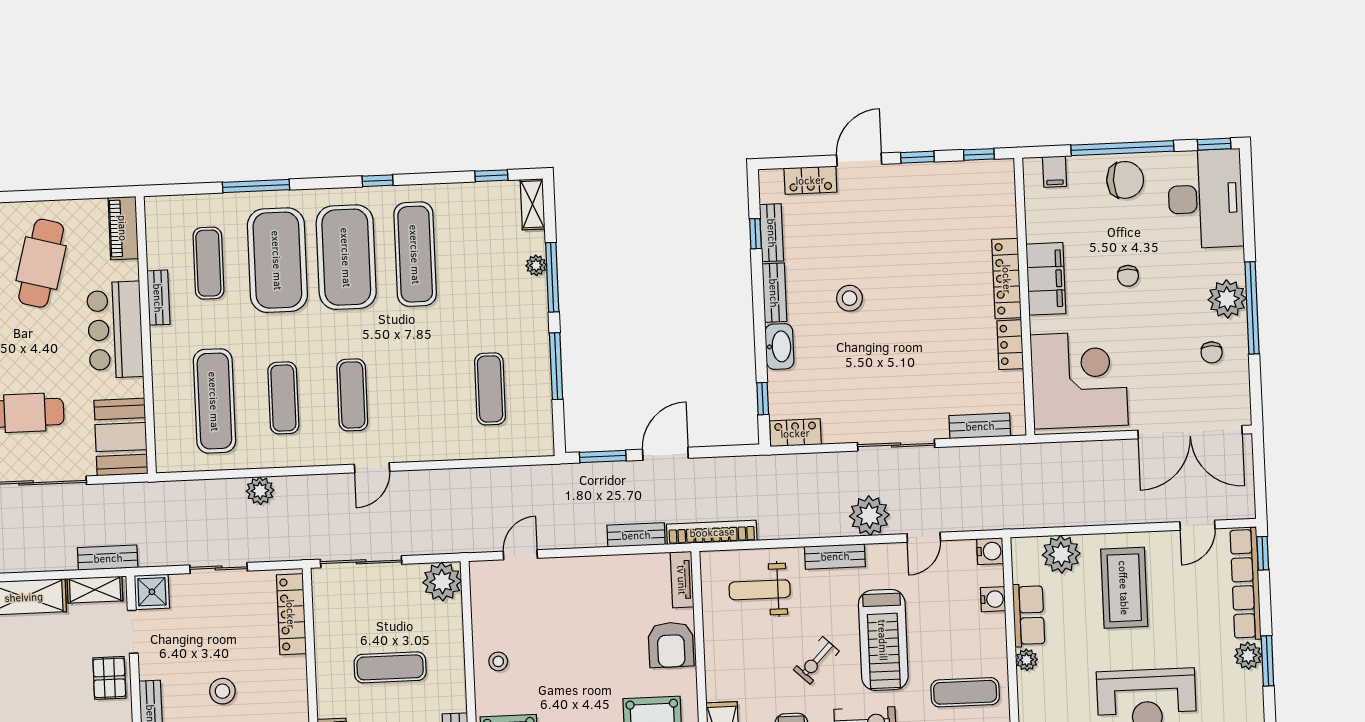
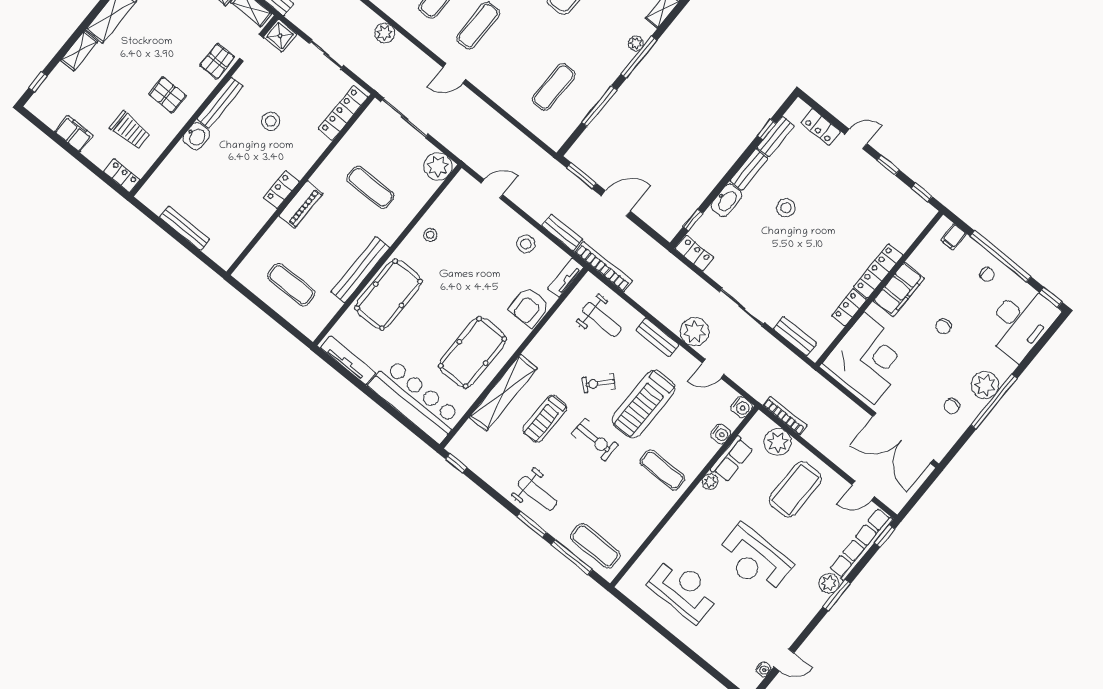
door: (859, 160) -> (856, 139), width x0.73
chair: (1125, 180) -> (987, 274), width x0.54, depth x0.54
bookcase: (1044, 519) -> (785, 416), added
stool: (608, 581) -> (526, 244), added
weight bench: (760, 590) -> (602, 320), turned 180

